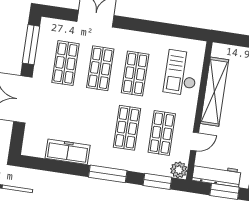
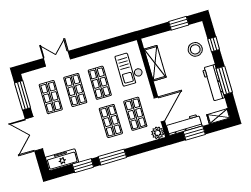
shelving: (214, 92) -> (155, 63), width x0.68
door: (195, 142) -> (159, 109), width x1.88
freezer: (68, 152) -> (62, 160), moved
window: (157, 181) -> (83, 166), moved

